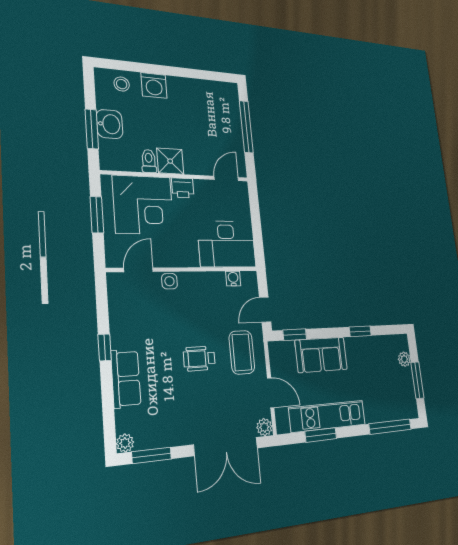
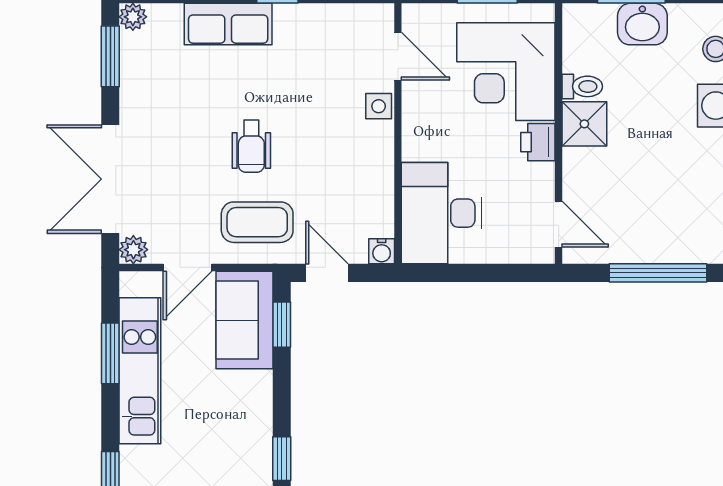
water cooler: (233, 279) -> (382, 251), moved, turned 90
sofa: (321, 355) -> (245, 320), moved
wheelchair: (199, 359) -> (251, 146), turned 180

